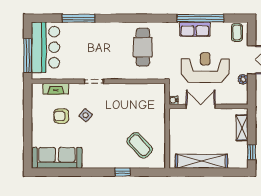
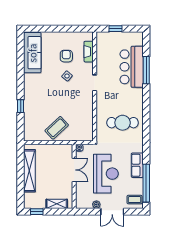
window: (200, 18) -> (146, 183), moved
bar counter: (45, 47) -> (132, 67), moved, turned 90
window: (28, 56) -> (116, 29), width x0.46
coffee table: (140, 145) -> (57, 128), moved

